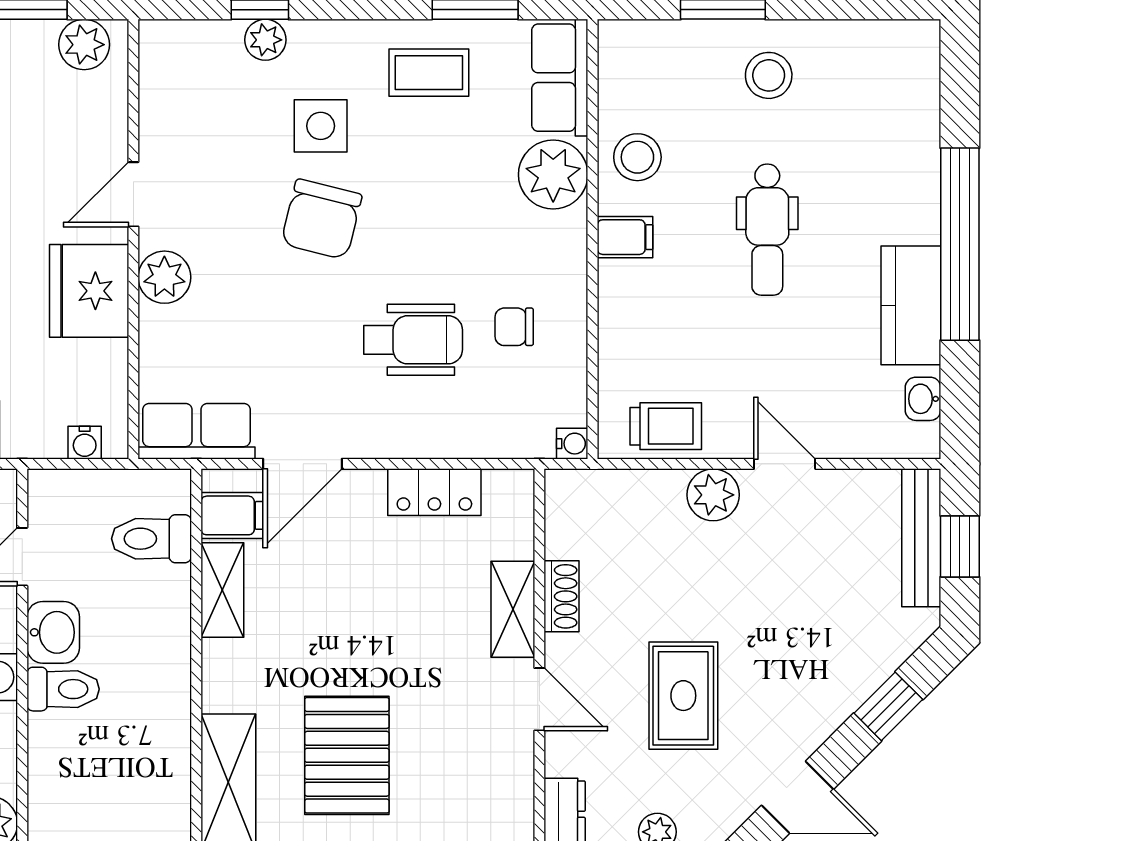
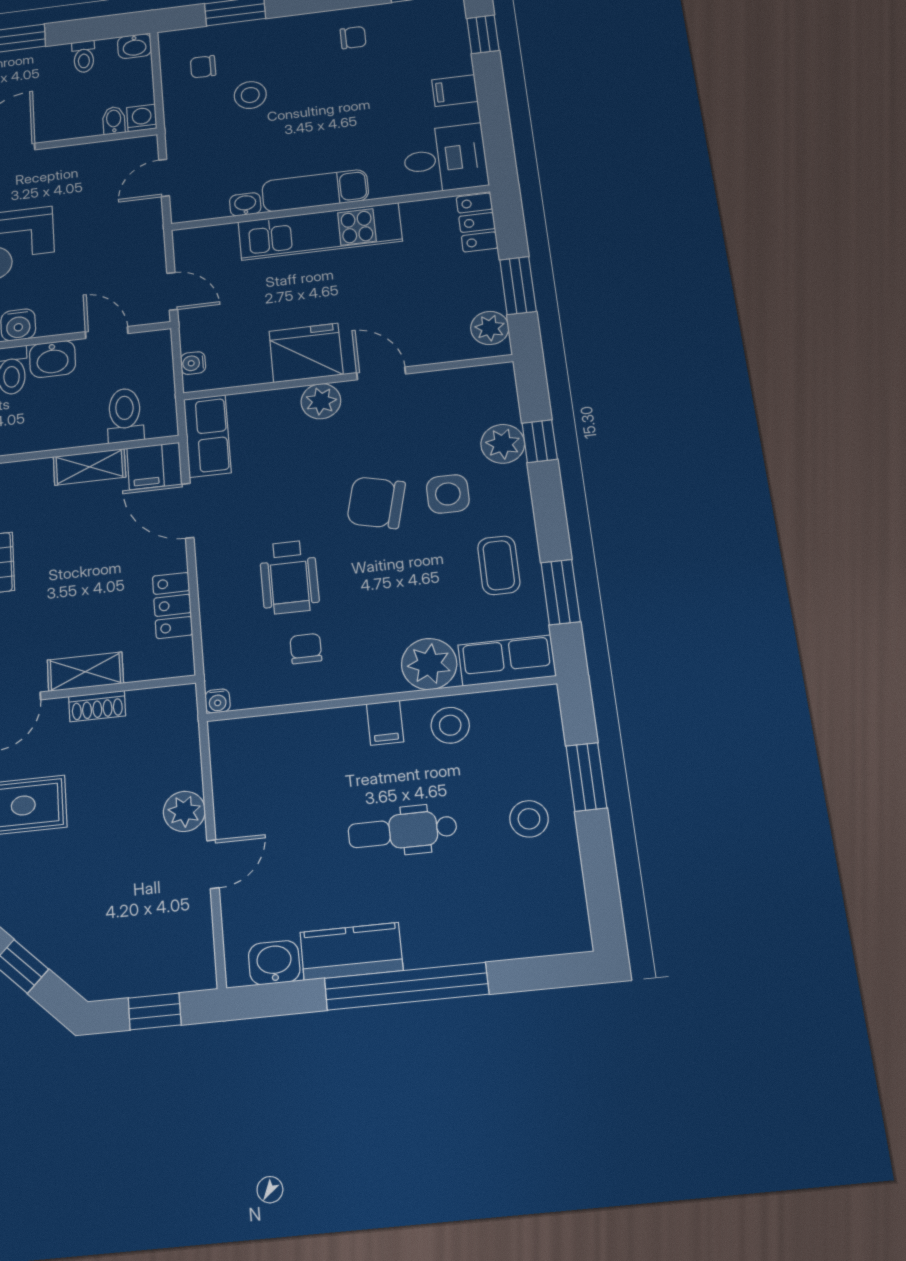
plant: (265, 40) -> (503, 444), width x1.38, depth x1.38
washbasin: (923, 399) -> (274, 963), width x1.38, depth x1.45
trolley: (666, 426) -> (237, 770), removed
bench: (921, 538) -> (160, 979), removed

